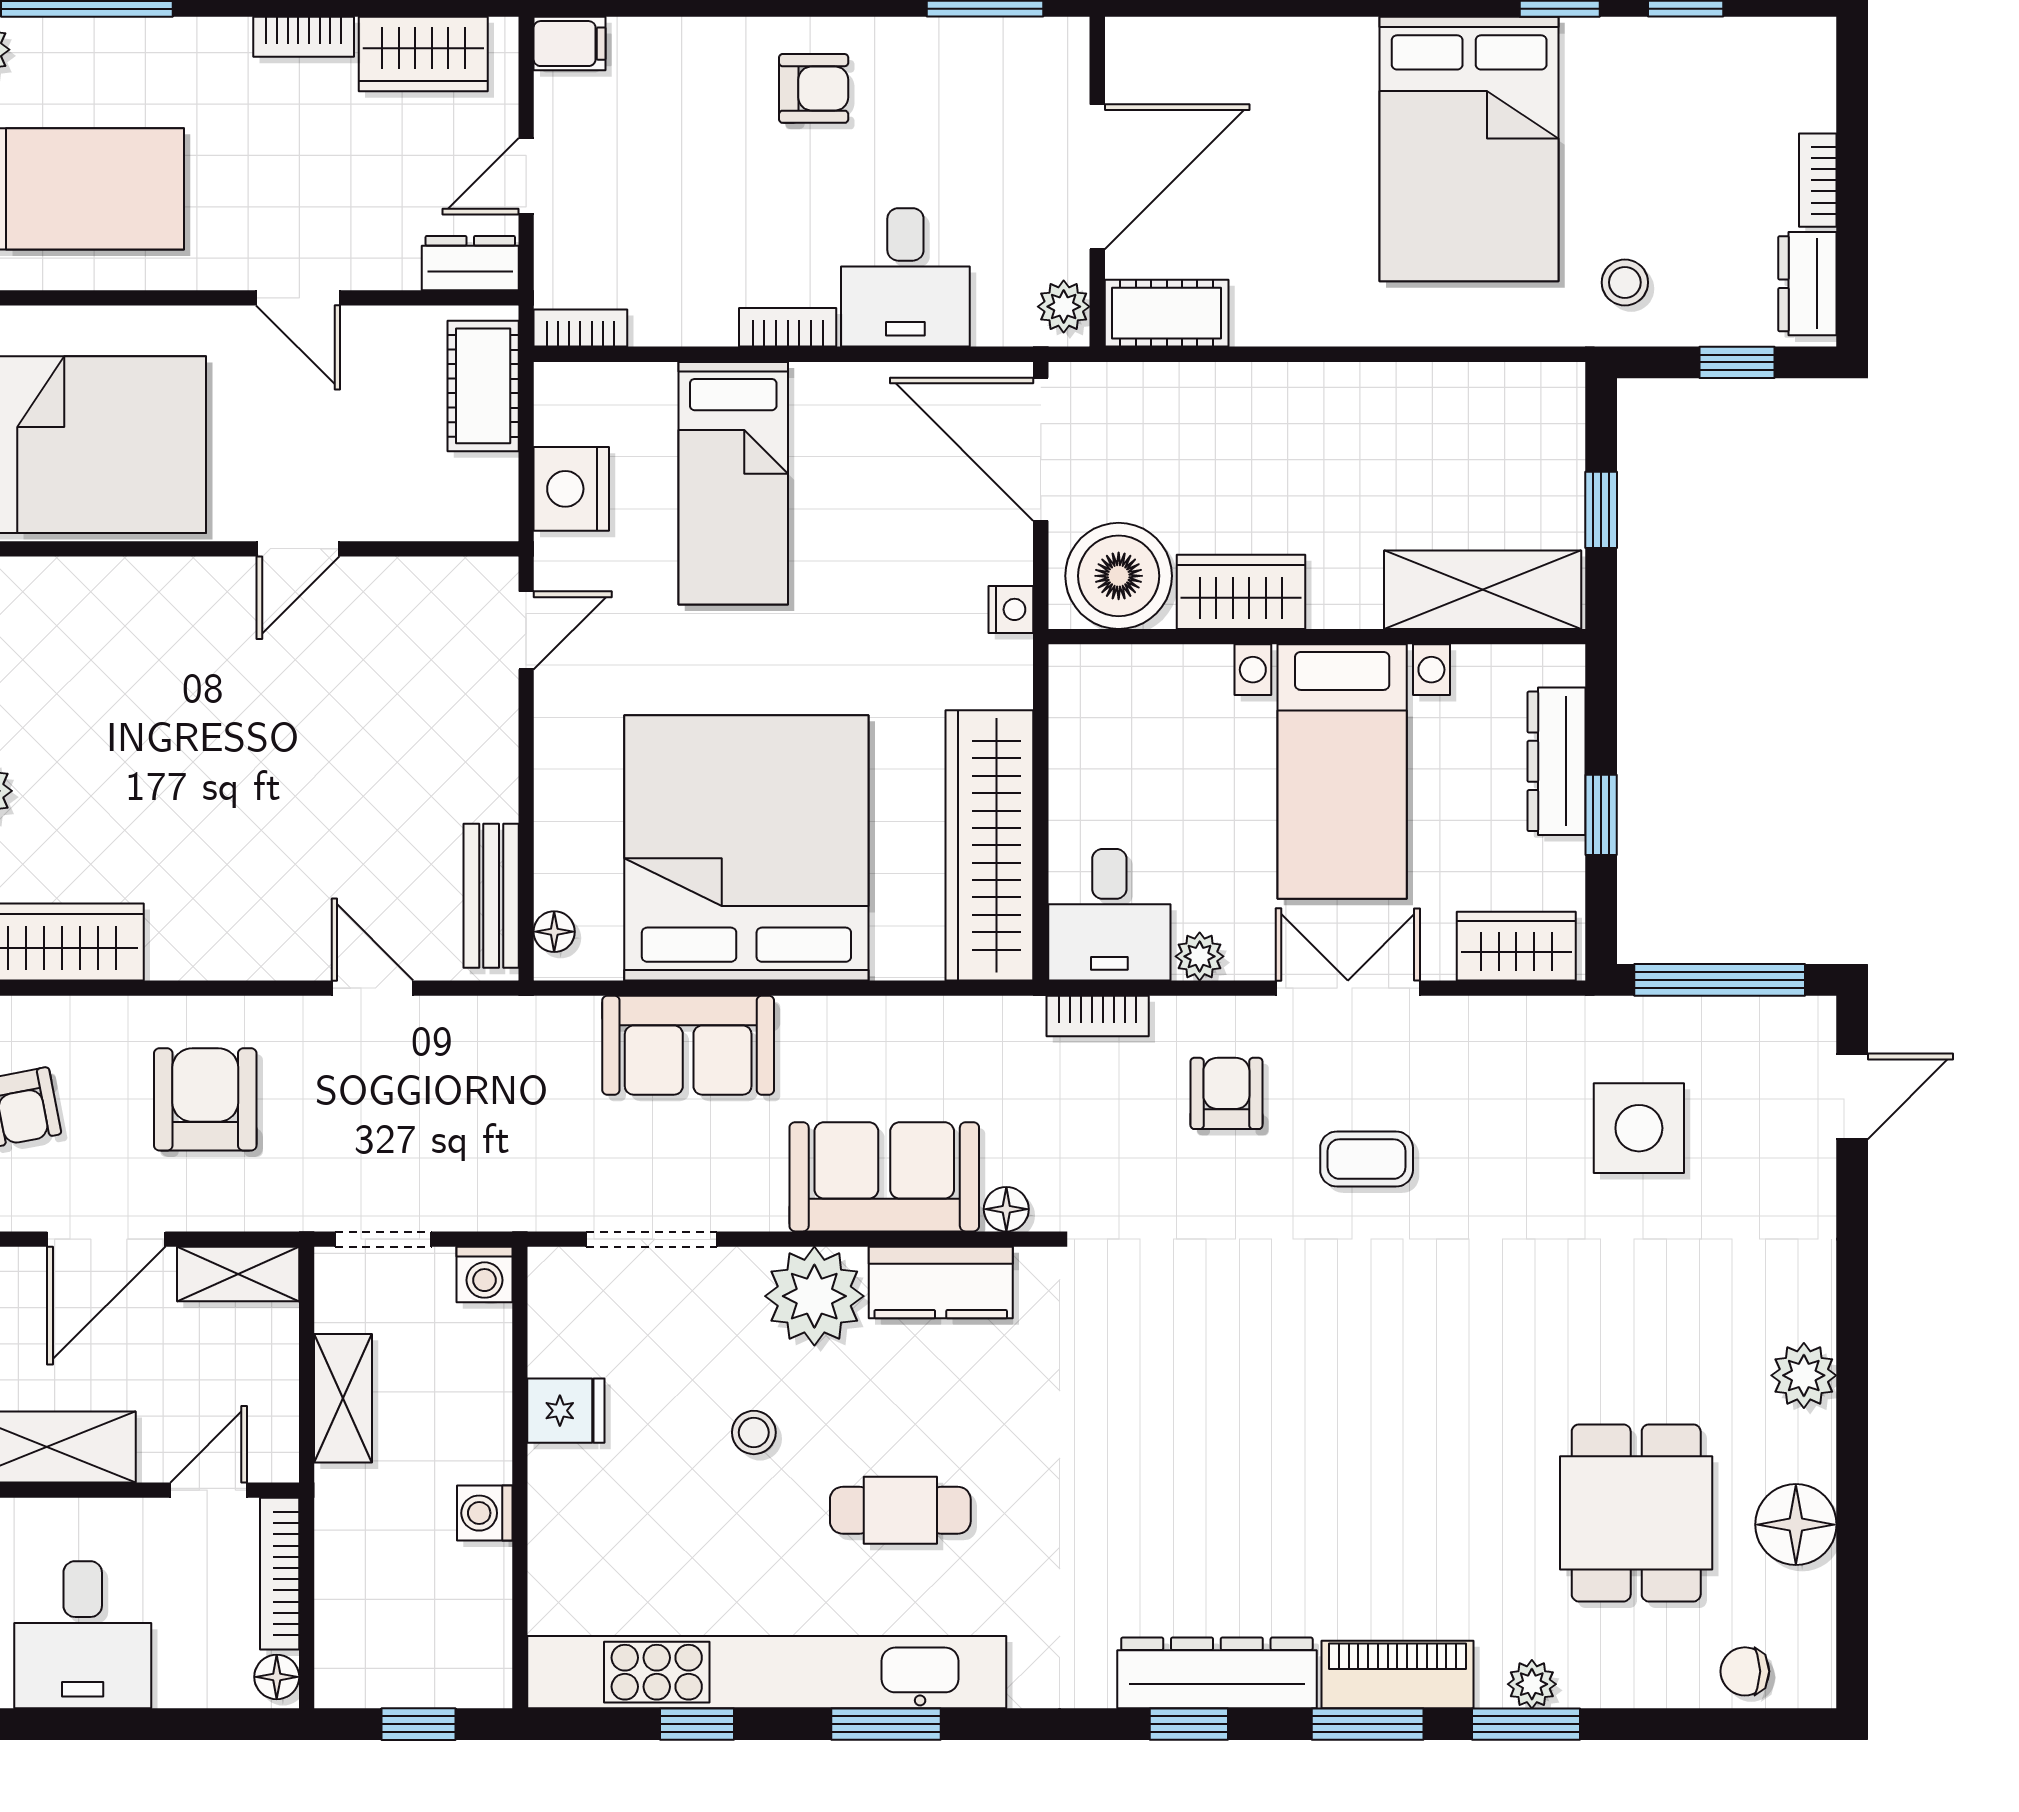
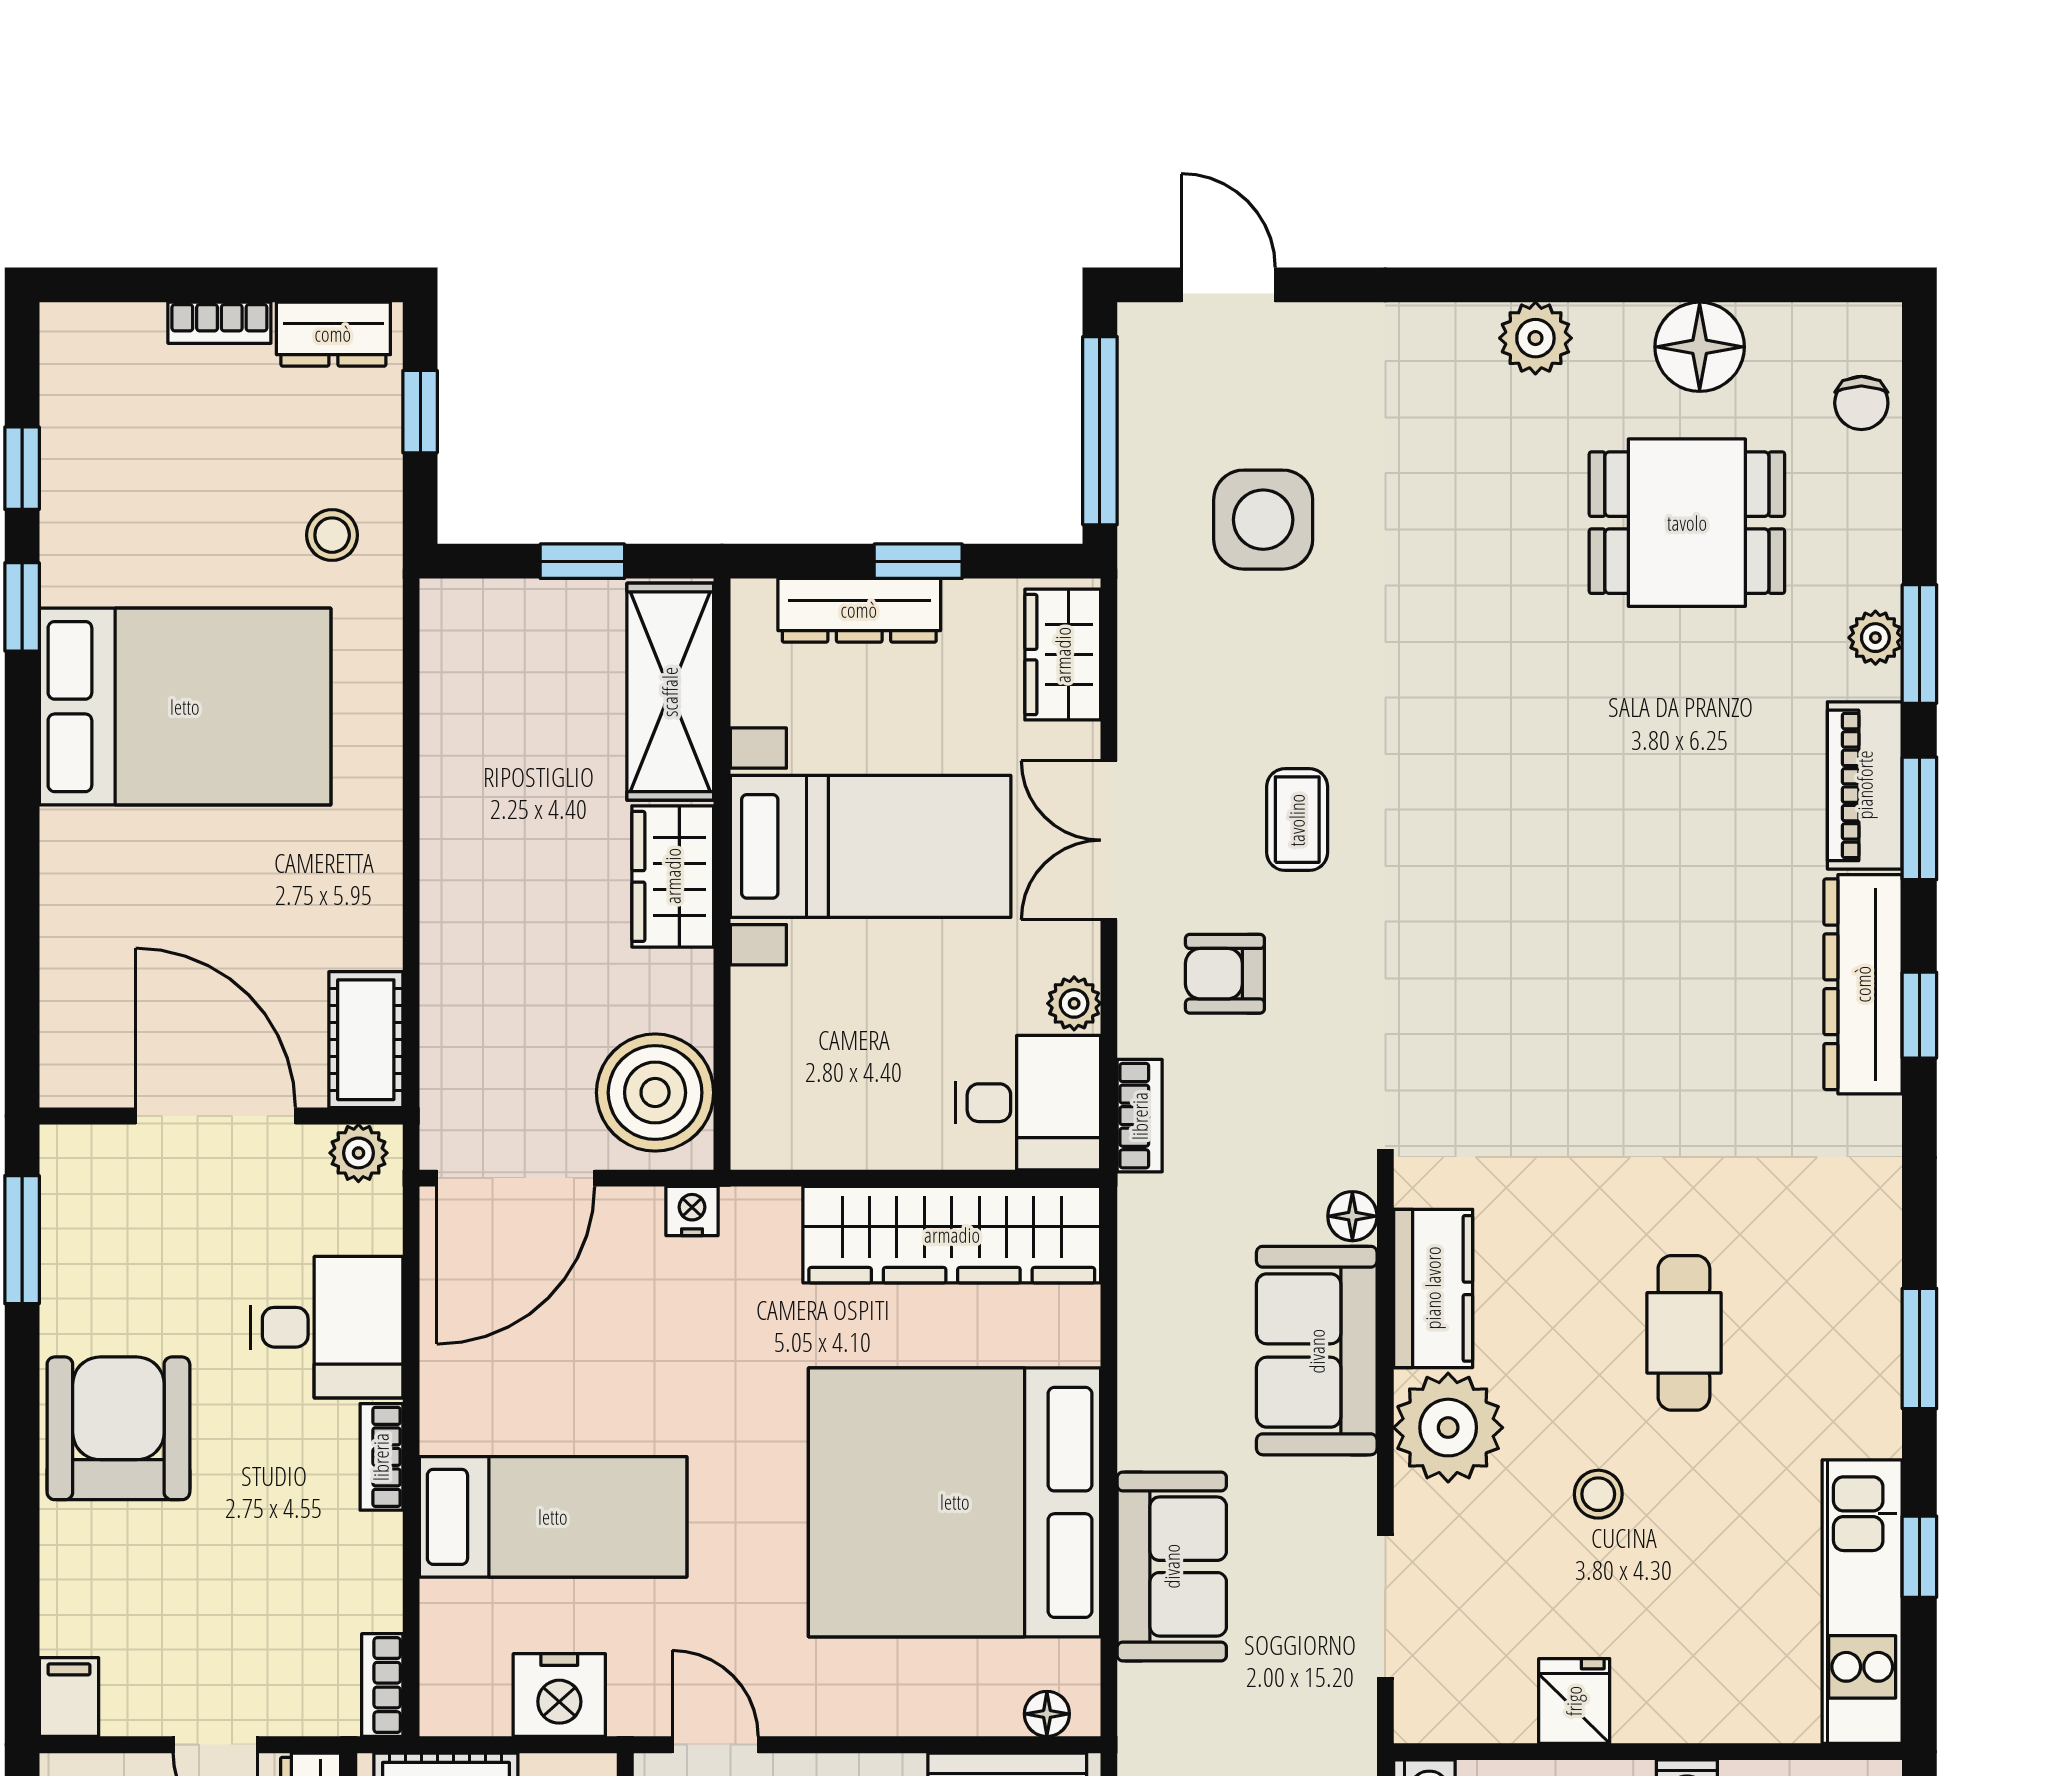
armchair: (814, 88) -> (118, 1428), width x1.88, depth x1.88
wardrobe: (1241, 592) -> (673, 876), moved
kitchen unit: (767, 1672) -> (1862, 1602), width x0.54

